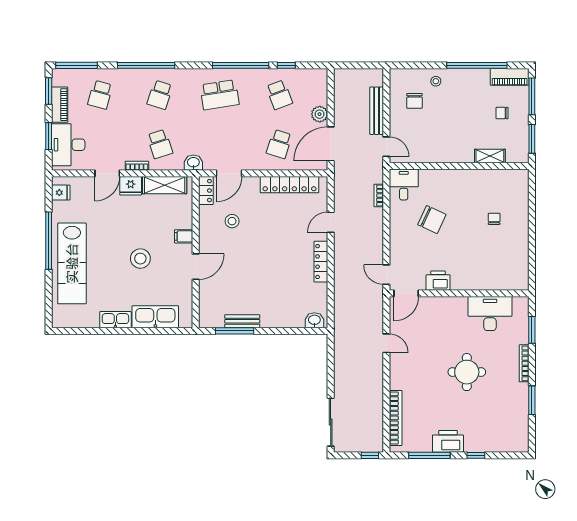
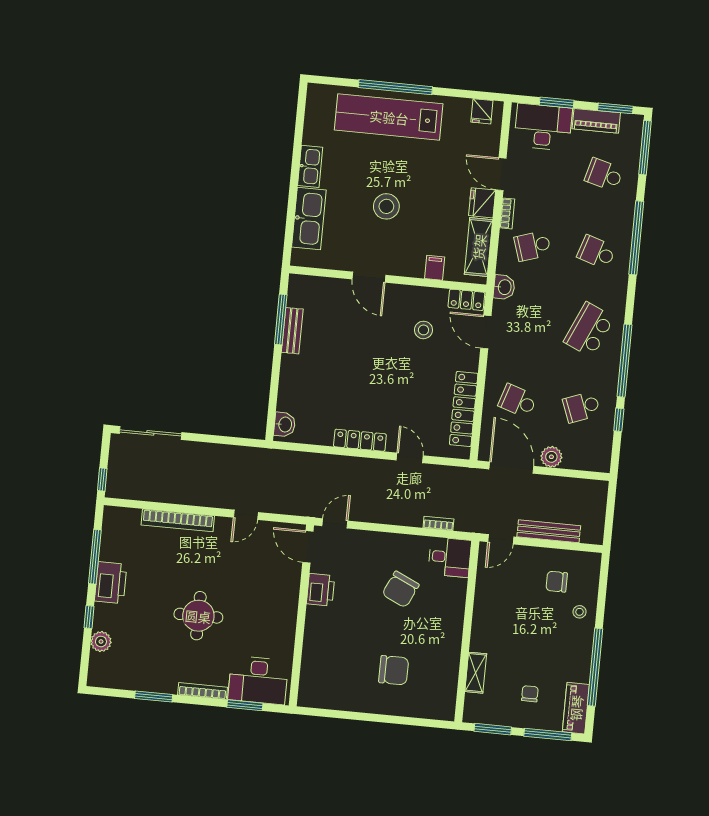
school desk: (220, 95) -> (589, 330), turned 33
chair: (494, 219) -> (394, 670), width x1.87, depth x1.87
filing cabinet: (184, 236) -> (435, 268), moved
window: (49, 241) -> (395, 87), moved
desk: (490, 314) -> (258, 680), moved, turned 90
bookcase: (396, 418) -> (178, 520), moved
plant: (494, 445) -> (101, 642), added

